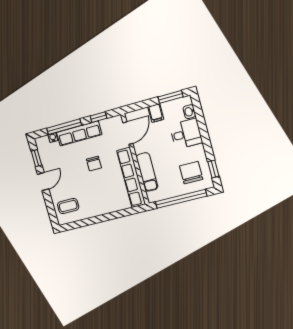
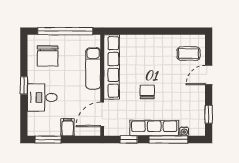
washbasin: (189, 112) -> (33, 119), removed
window: (213, 169) -> (24, 85), moved
door: (43, 182) -> (209, 75), moved

